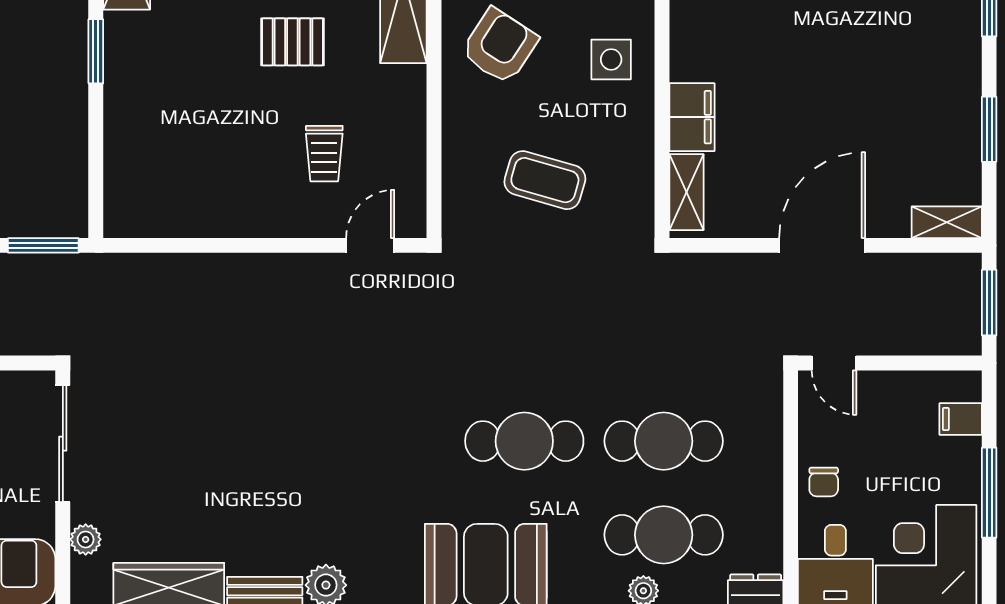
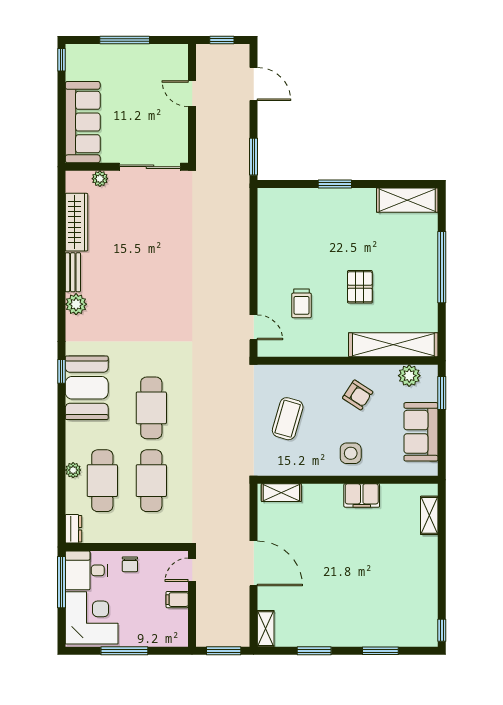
armchair: (500, 46) -> (358, 395), width x0.72, depth x0.72
window: (96, 51) -> (335, 184), moved
filing cabinet: (692, 117) -> (362, 495), moved
trolley: (324, 154) -> (302, 303), turned -90
filing cabinet: (961, 419) -> (177, 600), moved, turned -90
chair: (824, 482) -> (130, 564), turned -90

